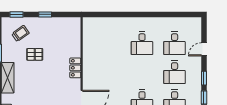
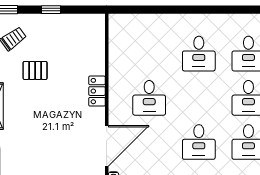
desk: (109, 72) -> (149, 98), added

